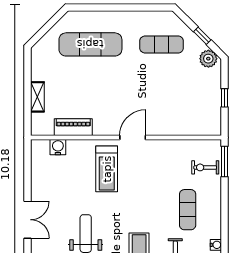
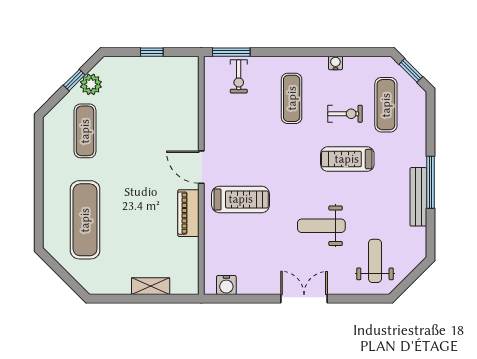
plant: (208, 59) -> (91, 84), moved
piano: (73, 127) -> (188, 213), moved
water cooler: (58, 147) -> (226, 285), moved, turned -90
exercise mat: (188, 210) -> (292, 98), turned 90

